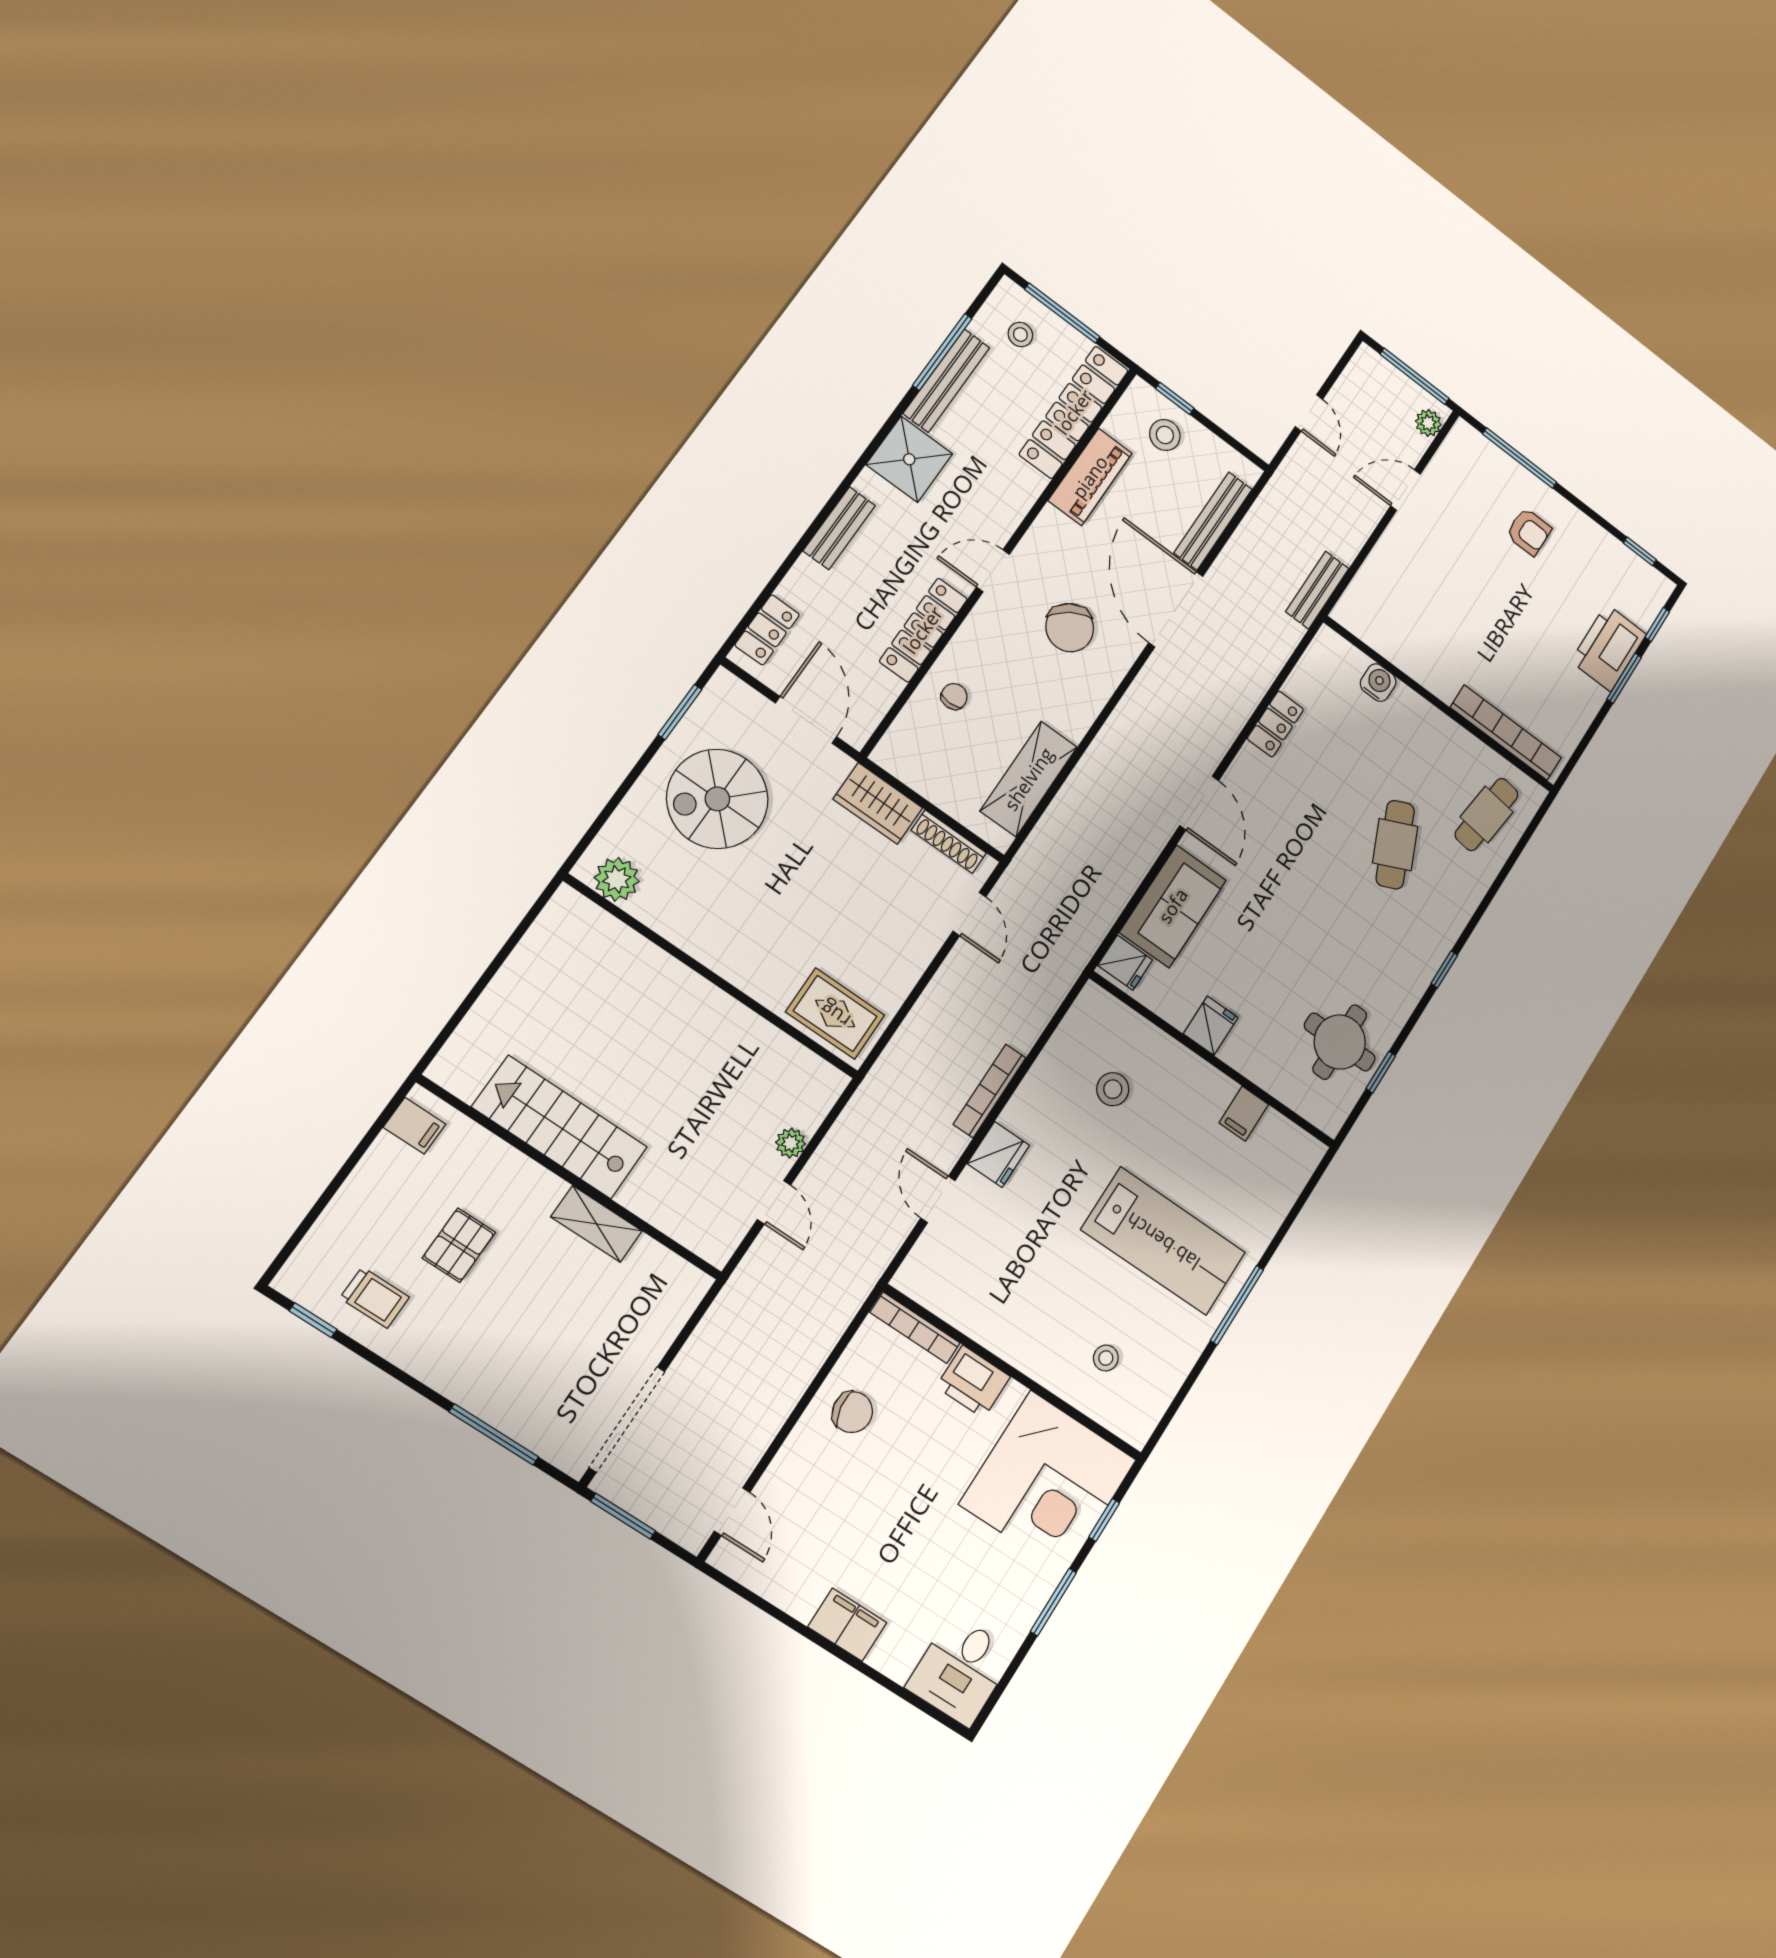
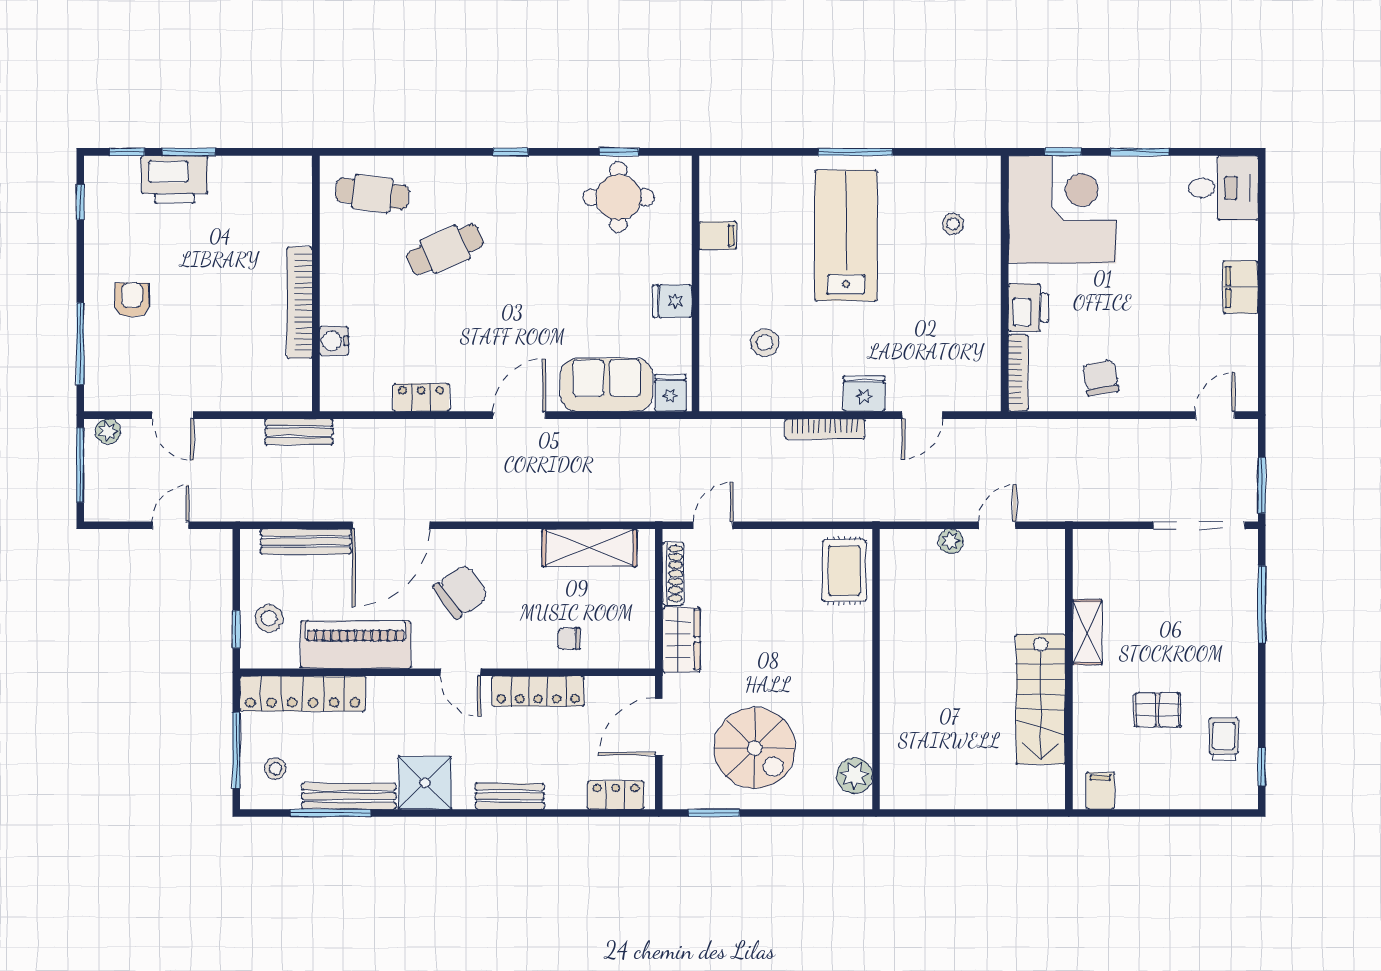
piano: (1090, 477) -> (356, 645), width x1.37, depth x1.33
bookcase: (1506, 733) -> (300, 303), moved

